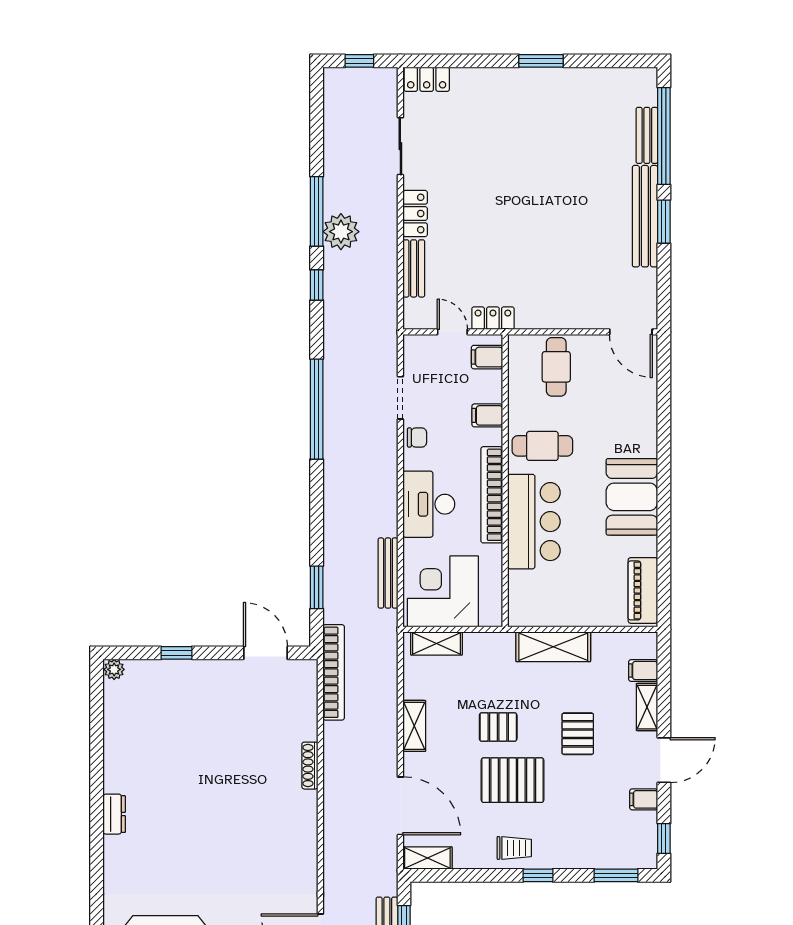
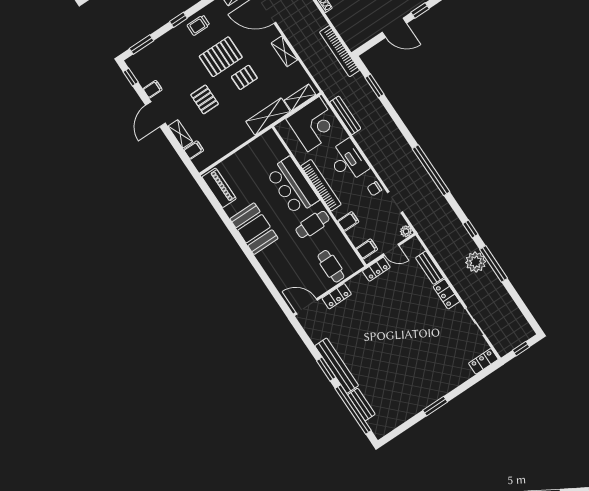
locker: (577, 318) -> (337, 296), added
plant: (413, 345) -> (406, 231), added
shelving: (553, 647) -> (268, 117), moved
door: (265, 653) -> (394, 28), moved

